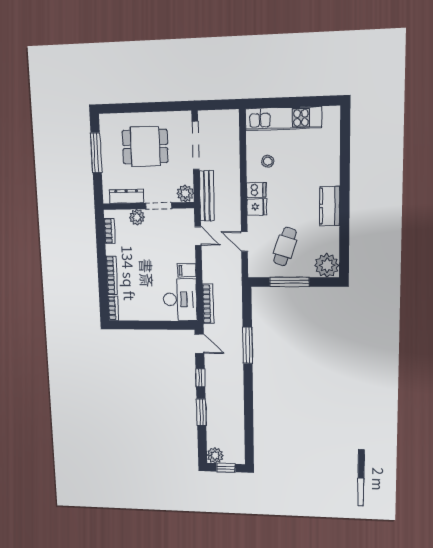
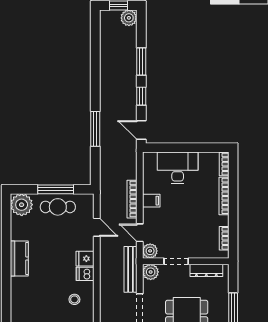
plant: (137, 217) -> (150, 251), moved
cafe table: (285, 246) -> (58, 207), moved, turned 72
desk: (180, 299) -> (178, 168), moved, turned 90
bookcase: (208, 304) -> (132, 199), moved

